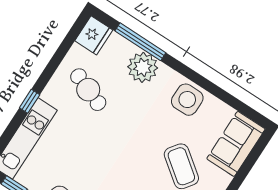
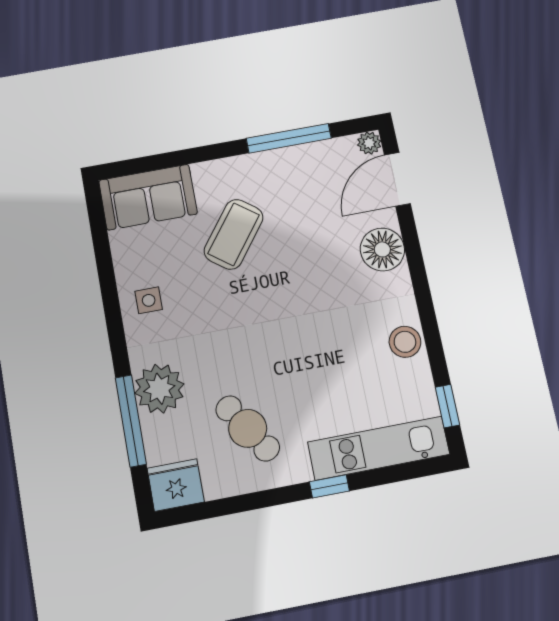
cafe table: (88, 90) -> (248, 428), turned -54
side table: (187, 100) -> (149, 300), width x0.54, depth x0.54

